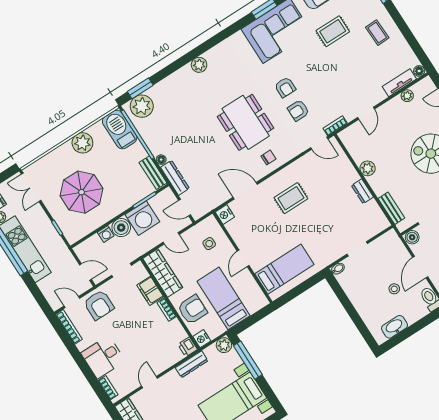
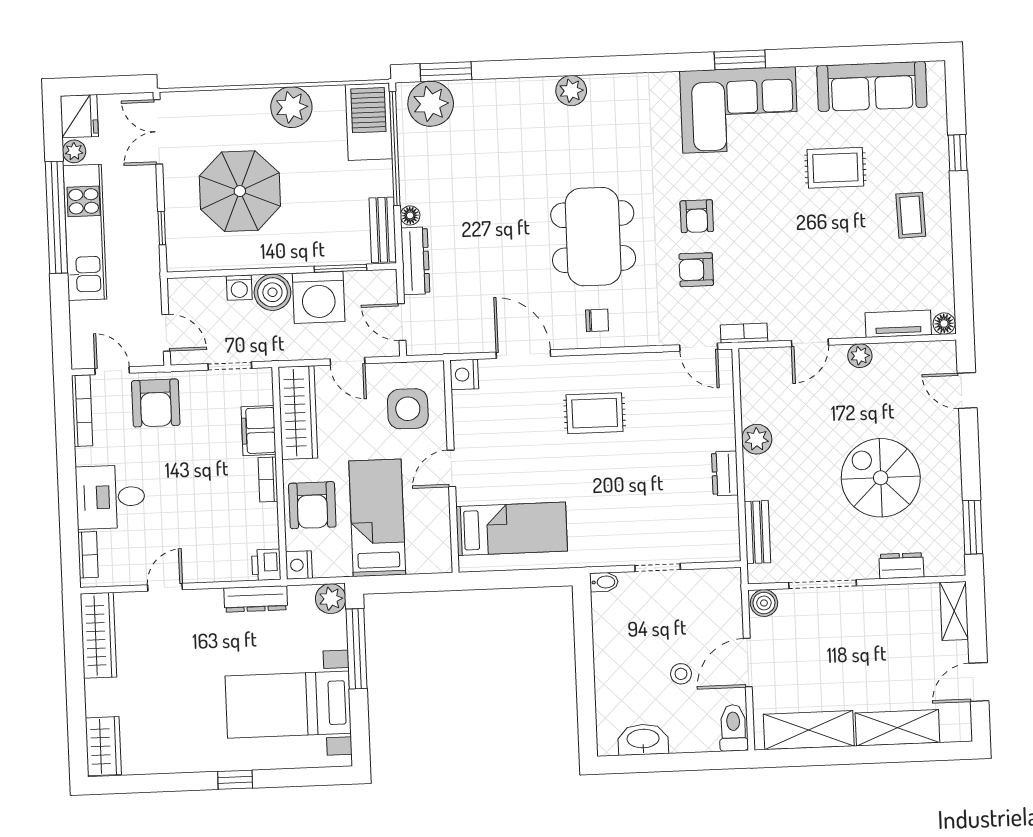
plant: (407, 96) -> (860, 356), moved
side table: (209, 244) -> (408, 409), width x1.87, depth x1.87
armchair: (192, 309) -> (312, 505), turned 90

